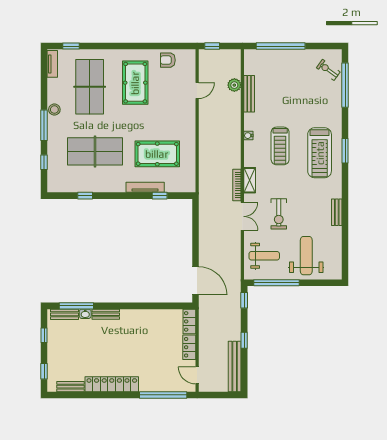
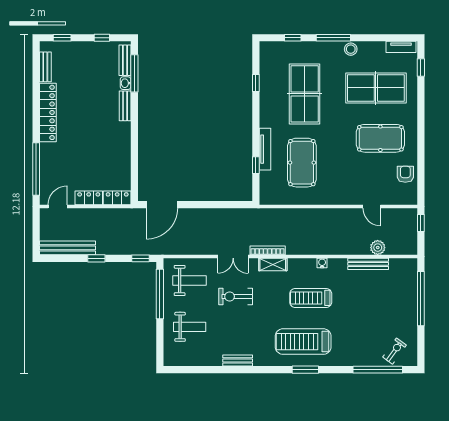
weight bench: (264, 256) -> (190, 280), turned -90
weight bench: (306, 256) -> (190, 327), width x0.73, depth x0.75

